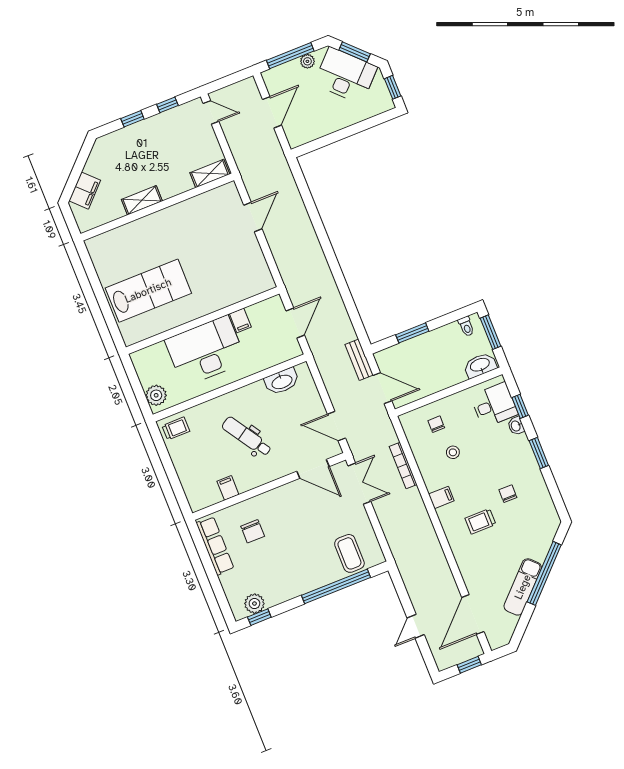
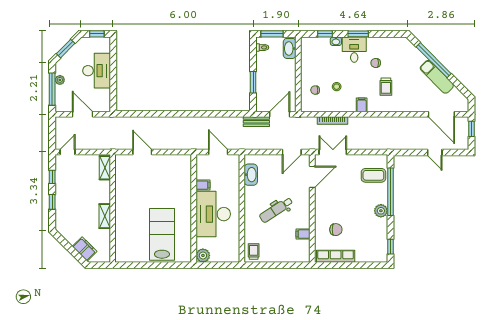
desk: (346, 75) -> (97, 71), moved, turned 135
plant: (156, 395) -> (203, 255), moved
desk: (494, 405) -> (354, 50), moved
plant: (254, 604) -> (381, 211), moved

